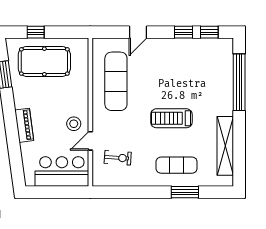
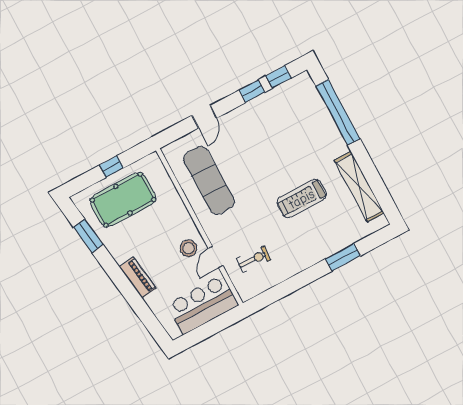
window: (36, 32) -> (111, 167), moved
treadmill: (171, 118) -> (302, 199), moved
exercise mat: (177, 165) -> (319, 234), removed

